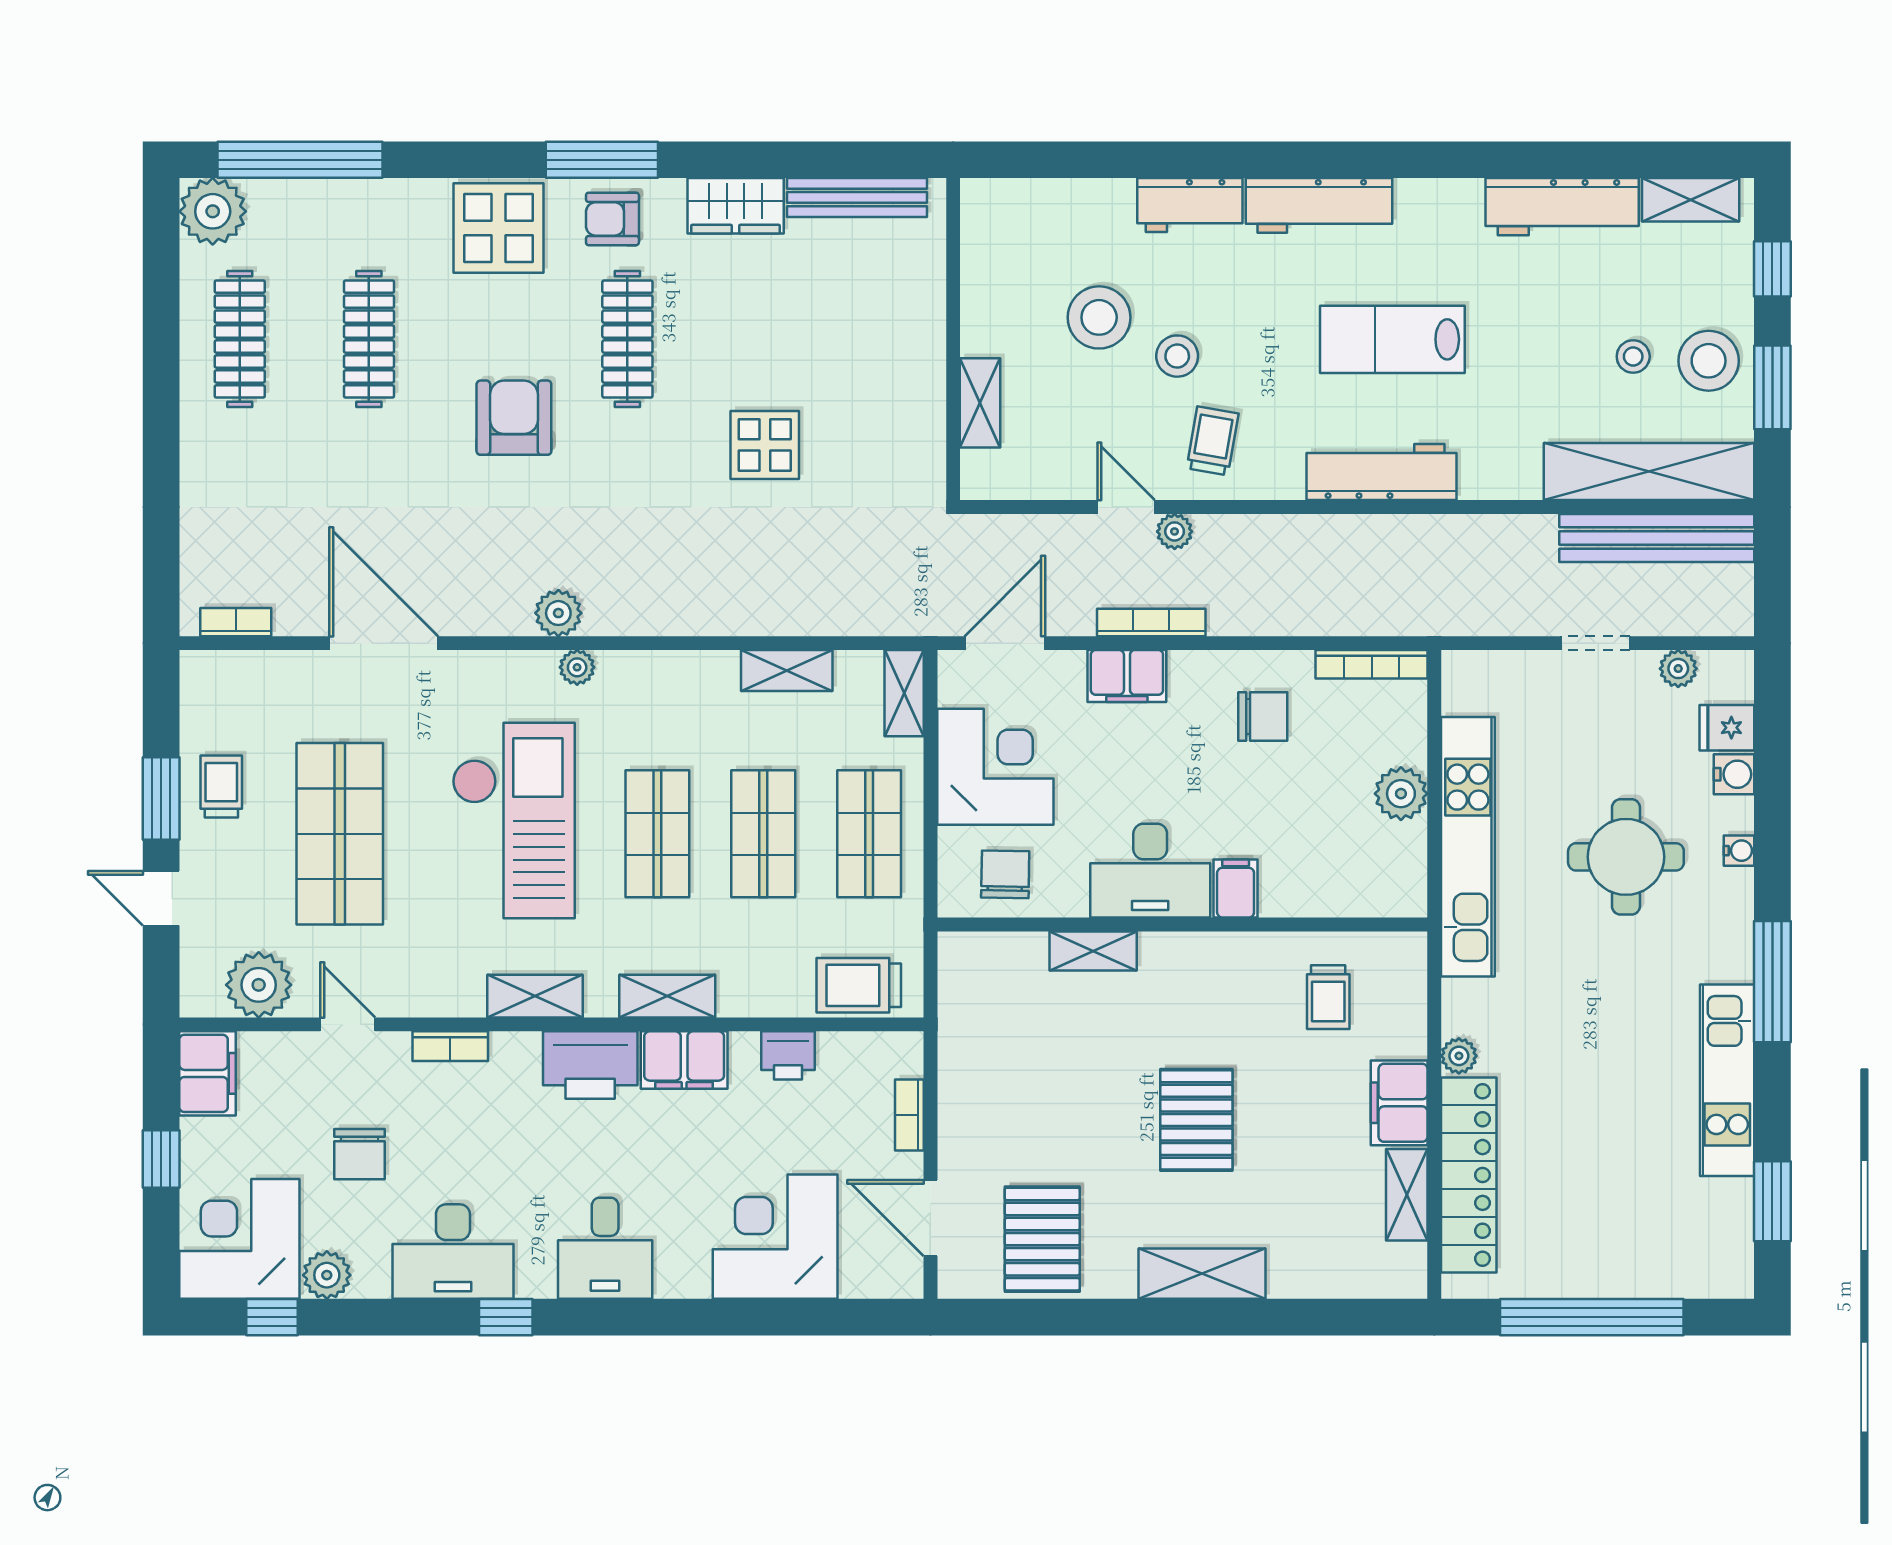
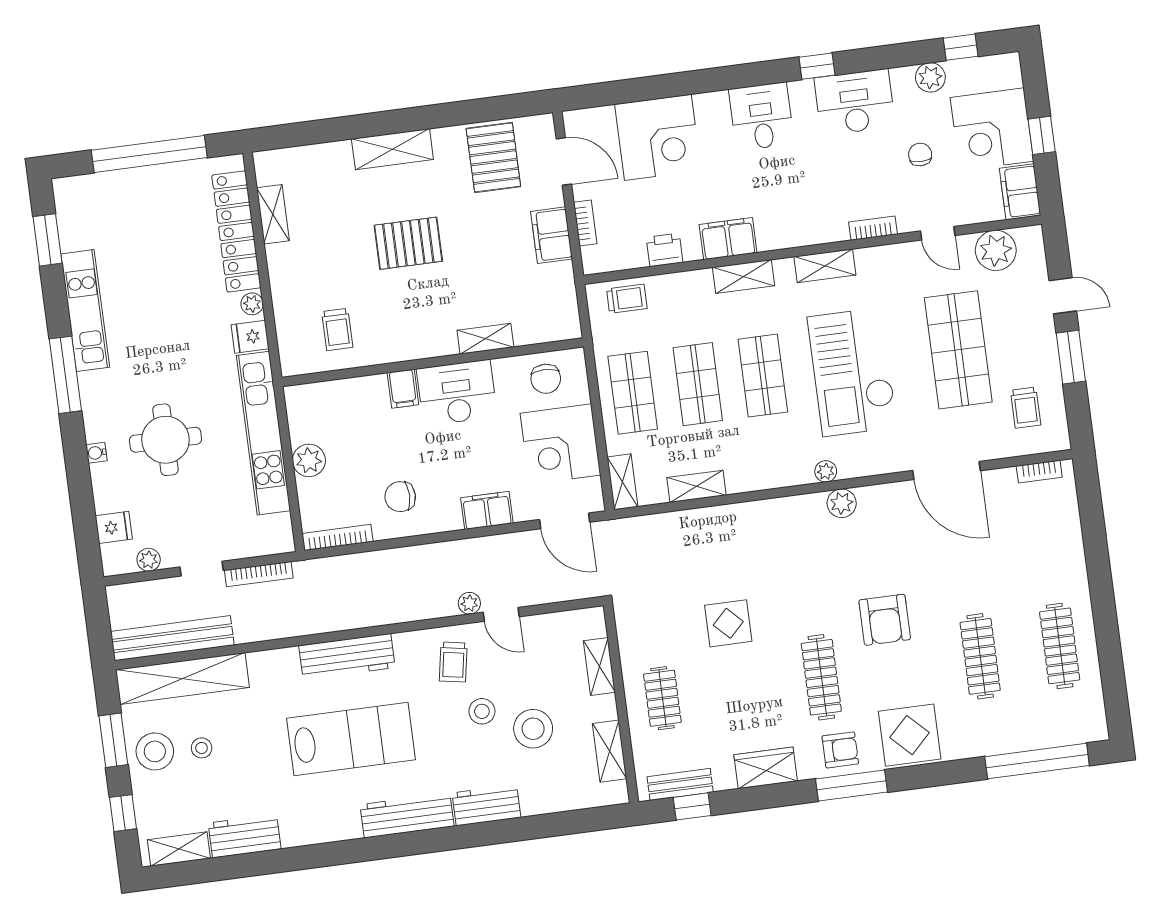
window: (861, 160) -> (692, 806), added
bench: (857, 197) -> (680, 784), width x0.73
workbench: (1562, 207) -> (245, 836), width x0.73
plant: (213, 211) -> (1087, 722), removed
shelving: (981, 266) -> (610, 751), added
clothes rail: (886, 339) -> (662, 698), added
lab bench: (1392, 339) -> (351, 739), width x1.36, depth x1.39
bookcase: (1151, 622) -> (259, 574), moved
door: (1005, 643) -> (565, 521), hinge flipped
water cooler: (1734, 774) -> (106, 499), removed
trolley: (221, 787) -> (1026, 408), moved
trolley: (859, 985) -> (627, 299), width x0.73, depth x0.72
trolley: (1328, 997) -> (337, 329), turned 180
fridge: (1469, 1004) -> (250, 337), added
printer: (590, 1065) -> (785, 228), removed
filing cabinet: (1399, 1103) -> (552, 235), moved, turned 180
pallet: (1196, 1120) -> (408, 243), turned 90
chair: (359, 1154) -> (920, 154), width x0.73, depth x0.73
corner desk: (239, 1239) -> (992, 129), moved, turned 90

